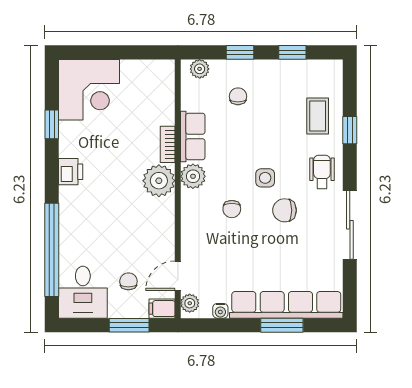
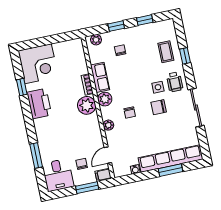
printer: (71, 172) -> (39, 104), width x1.87, depth x1.48
wheelchair: (322, 172) -> (175, 82), turned 180
side table: (265, 178) -> (158, 87), moved
window: (52, 250) -> (36, 156), width x0.47
plant: (190, 303) -> (108, 125), moved

